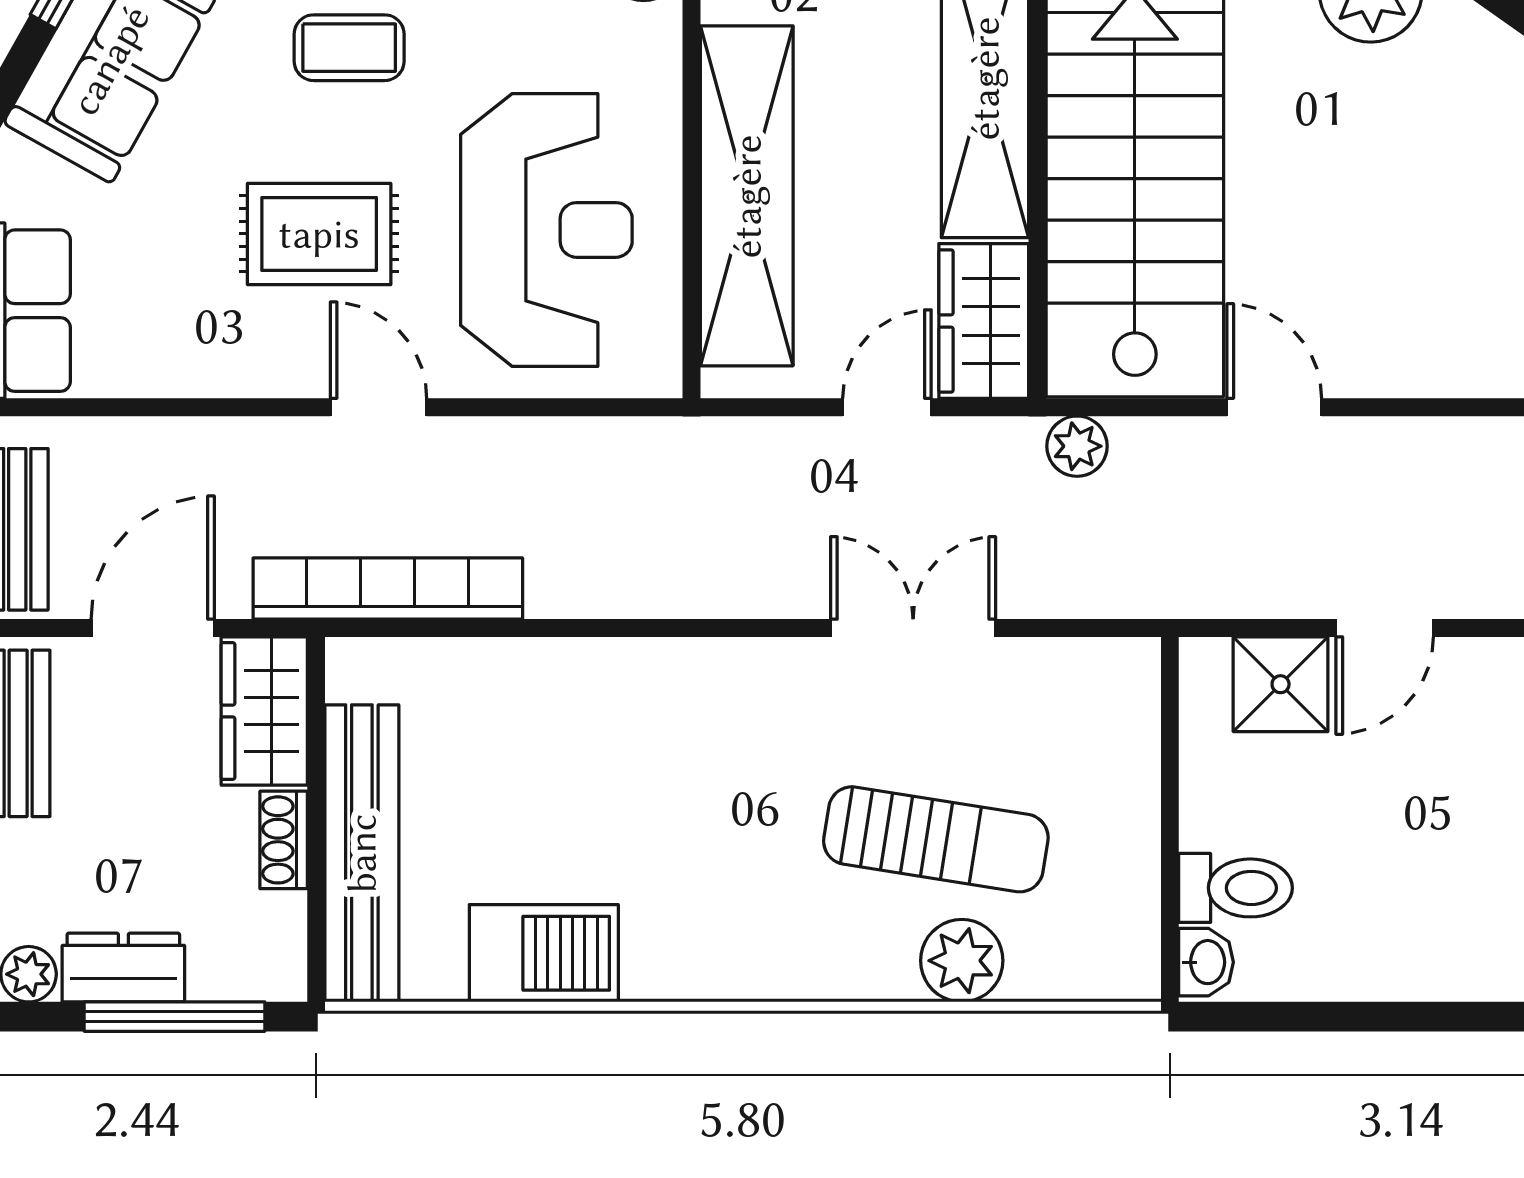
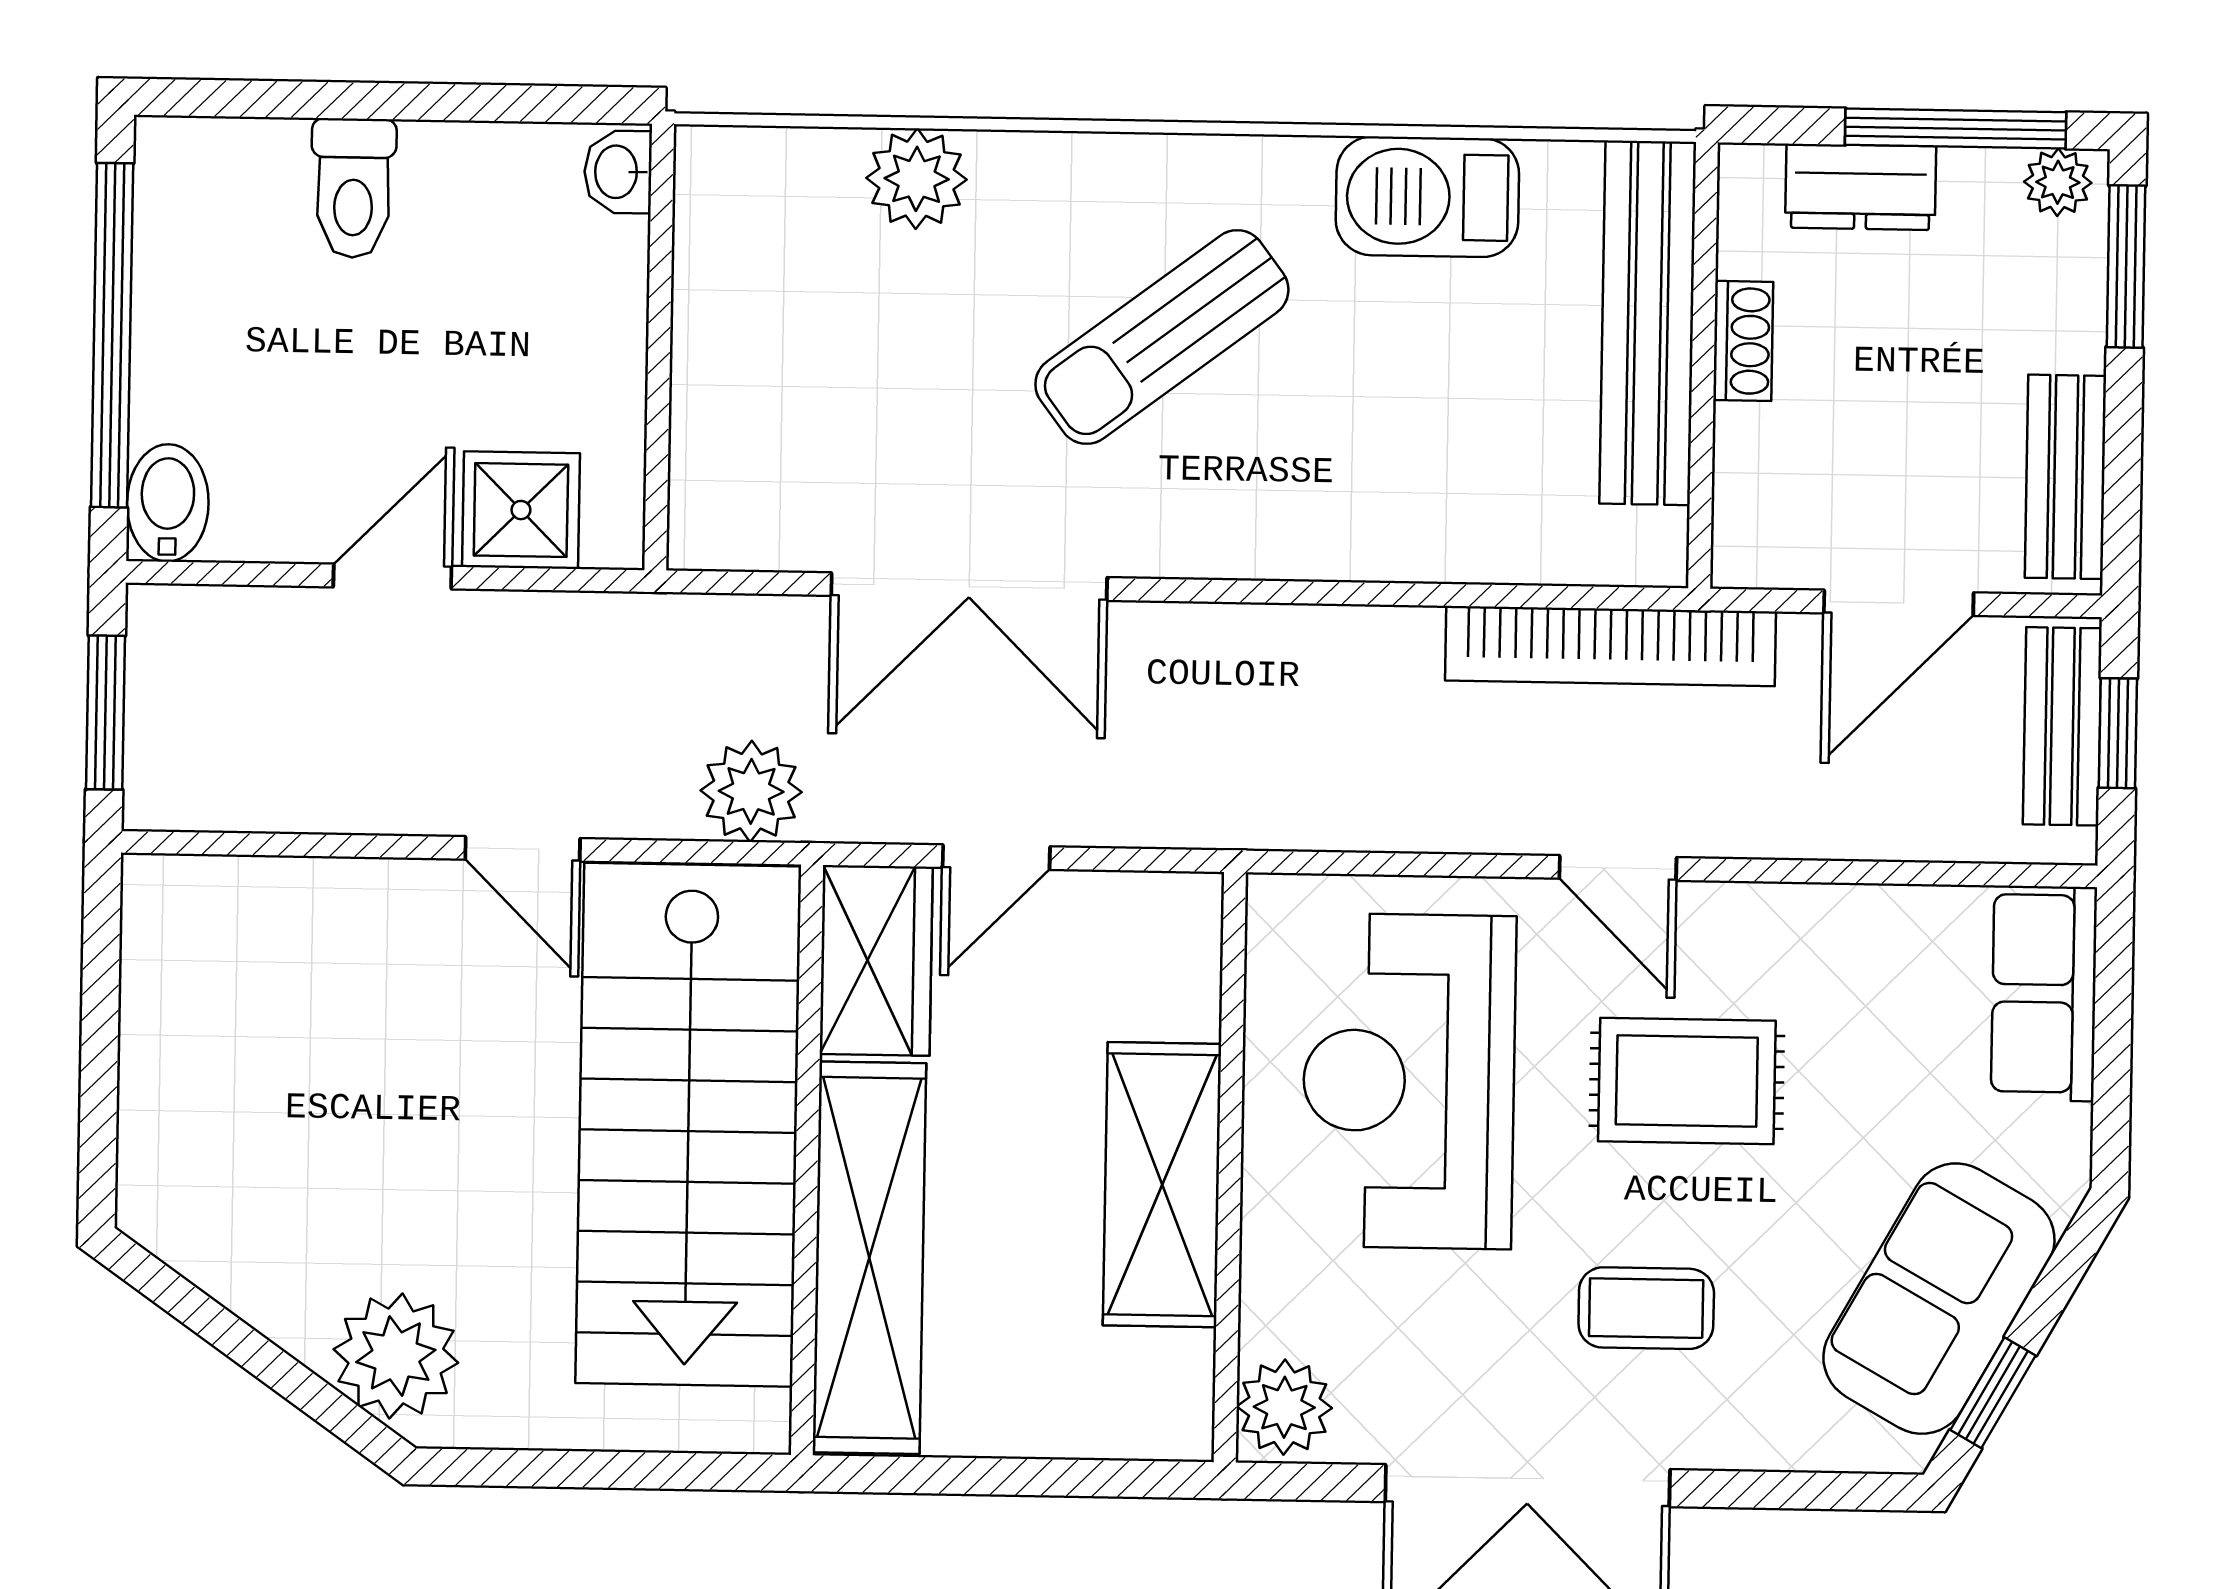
shelving: (747, 196) -> (1162, 1185), width x0.68
plant: (1077, 446) -> (751, 791), width x1.38, depth x1.38
double door: (913, 628) -> (969, 587), width x1.37
wardrobe: (264, 711) -> (1764, 499), removed
sun lounger: (936, 839) -> (1162, 337), moved, turned -46
toilet: (1236, 888) -> (353, 188), moved, turned -90
dresser: (123, 967) -> (1861, 187), moved
window: (174, 1017) -> (1956, 129), moved

